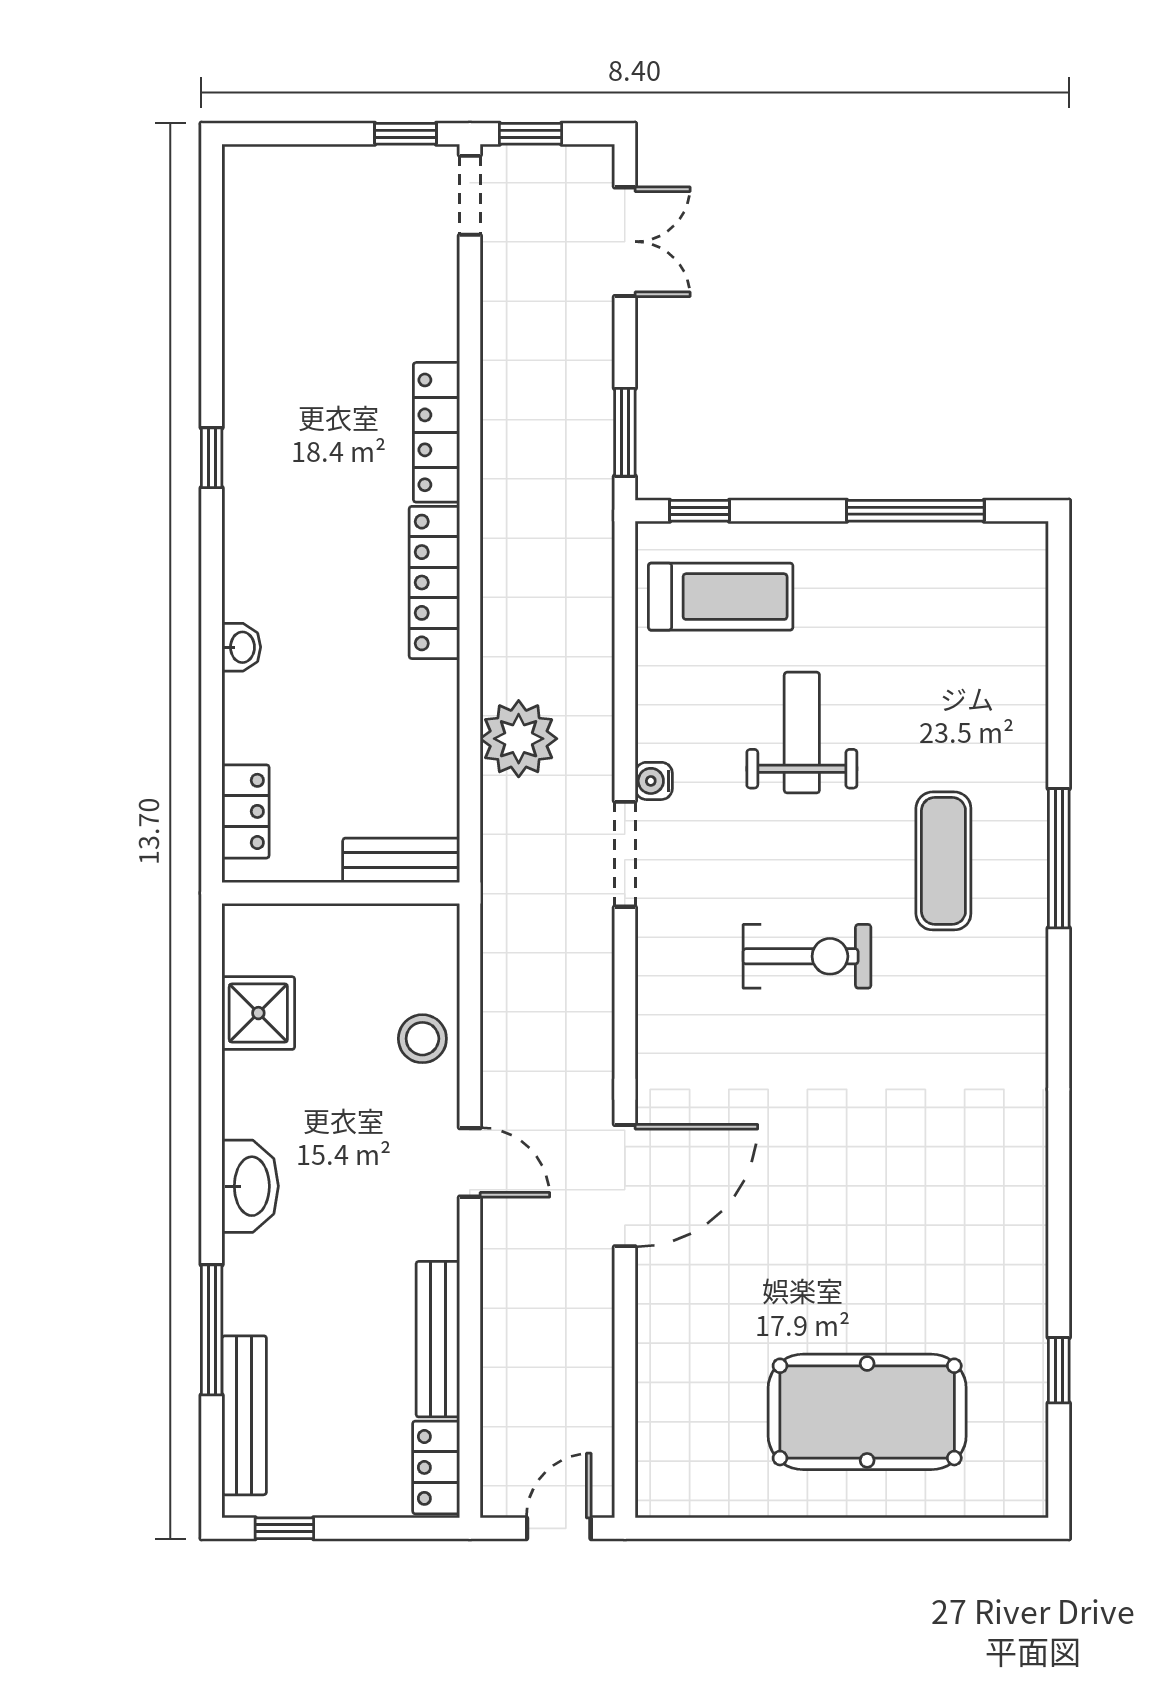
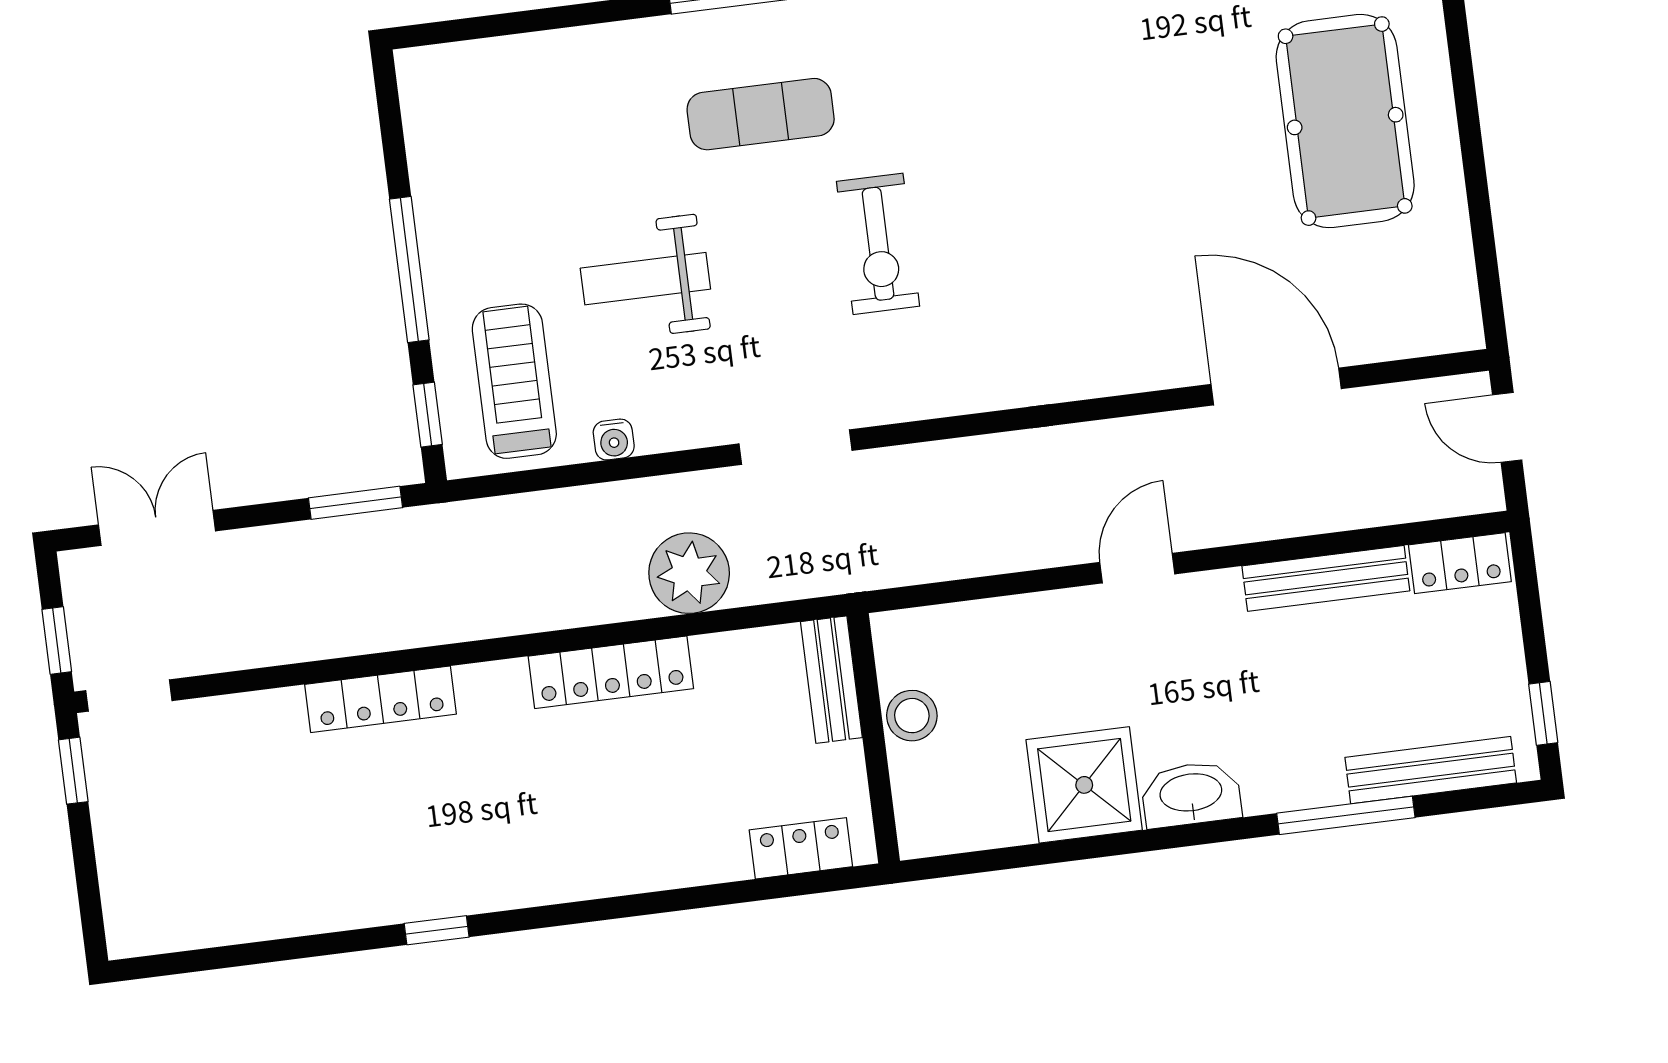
window: (915, 511) -> (409, 270), moved
locker: (434, 582) -> (611, 672), moved
washbasin: (241, 647) -> (630, 874), removed
water cooler: (654, 781) -> (614, 440), moved
exercise bike: (807, 956) -> (878, 244), turned 180
shower: (258, 1013) -> (1084, 785), moved, width x1.36, depth x1.36
stool: (422, 1039) -> (912, 716), moved
door: (625, 1186) -> (1276, 386), moved

